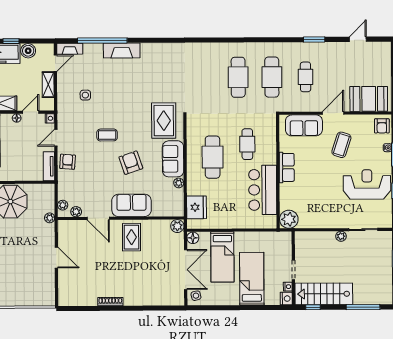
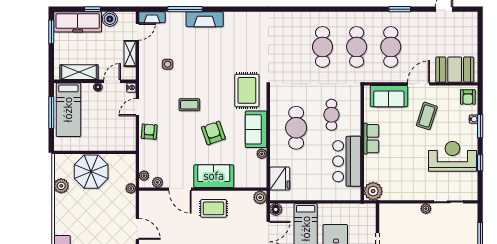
window: (102, 41) -> (185, 9), width x0.68
cafe table: (306, 77) -> (391, 47), width x1.37, depth x1.35
tv unit: (49, 166) -> (130, 136), removed
rug: (131, 237) -> (214, 208), turned 90

